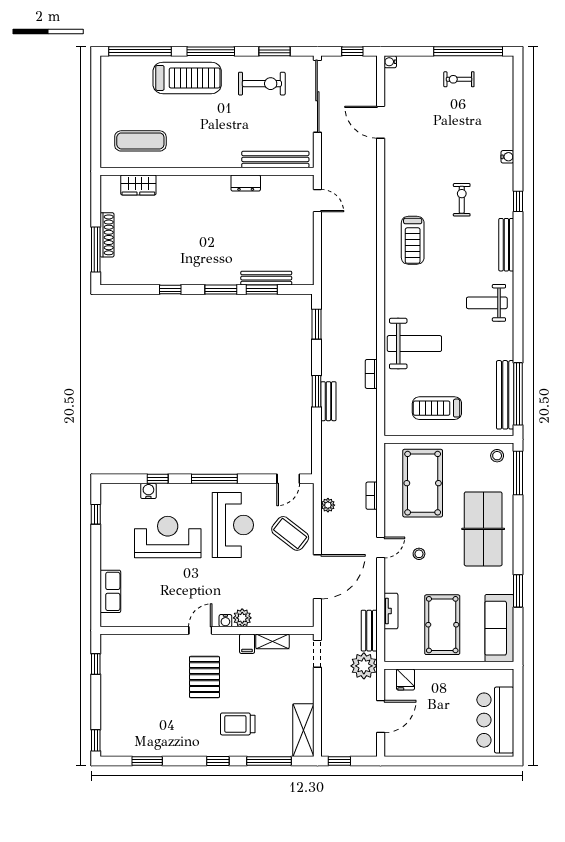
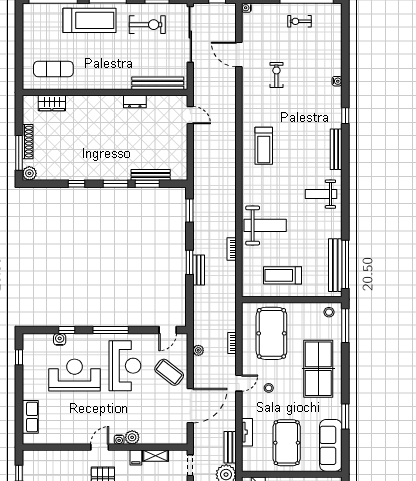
exercise bike: (462, 200) -> (276, 75), moved
plant: (109, 276) -> (29, 173), added

